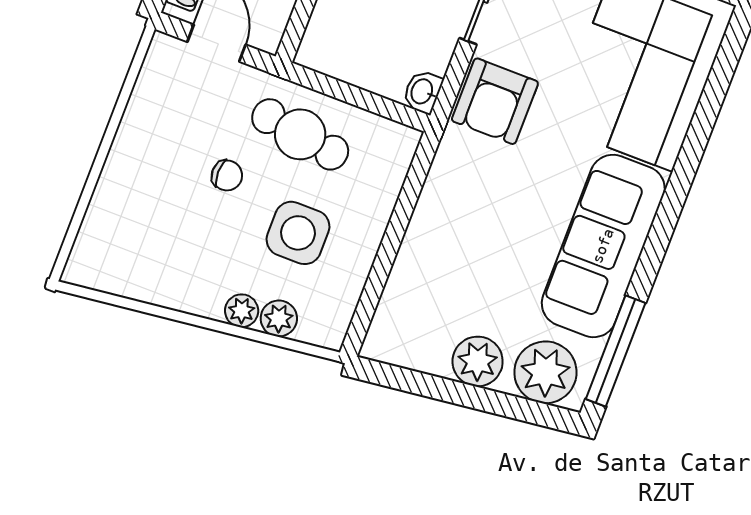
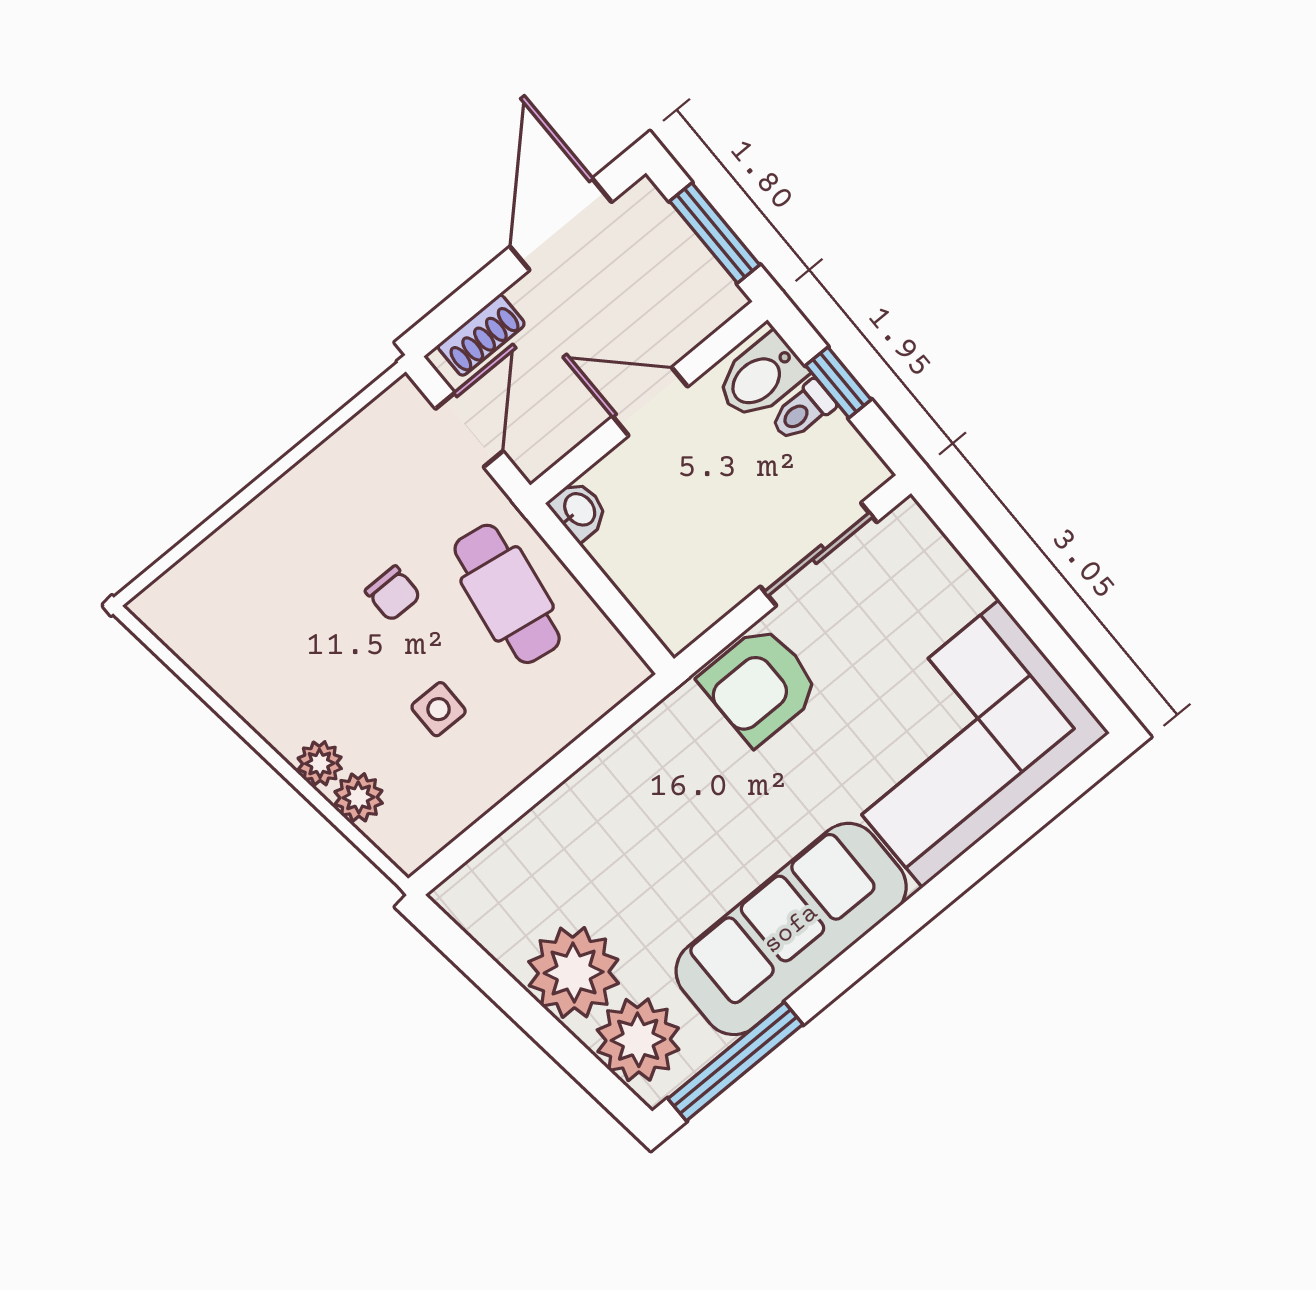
washbasin: (423, 92) -> (579, 510), moved, turned 90
side table: (298, 233) -> (439, 709), width x0.54, depth x0.54
plant: (478, 361) -> (574, 973), width x1.36, depth x1.36

